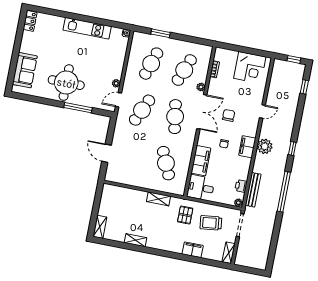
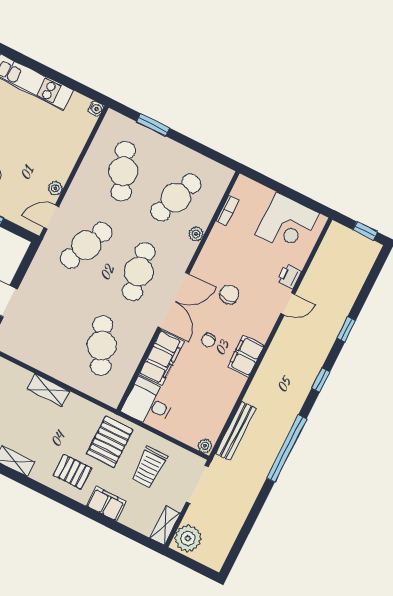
cafe table: (151, 64) -> (123, 171), turned -39
window: (304, 87) -> (346, 329), moved
double door: (202, 112) -> (173, 300), moved
plant: (265, 146) -> (188, 538), moved
printer: (241, 186) -> (289, 276), moved
shelving: (159, 199) -> (49, 390), moved
pallet: (185, 215) -> (110, 442), width x1.50, depth x1.42
trolley: (211, 223) -> (149, 467), turned -83
pallet: (169, 237) -> (72, 472), added

